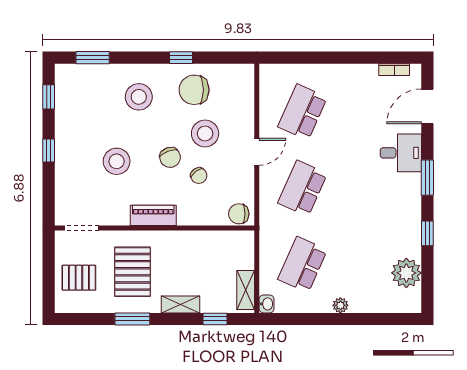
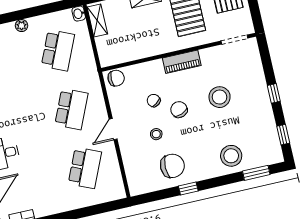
stool: (139, 97) -> (231, 156), moved
stool: (205, 133) -> (156, 134), width x0.53, depth x0.53

